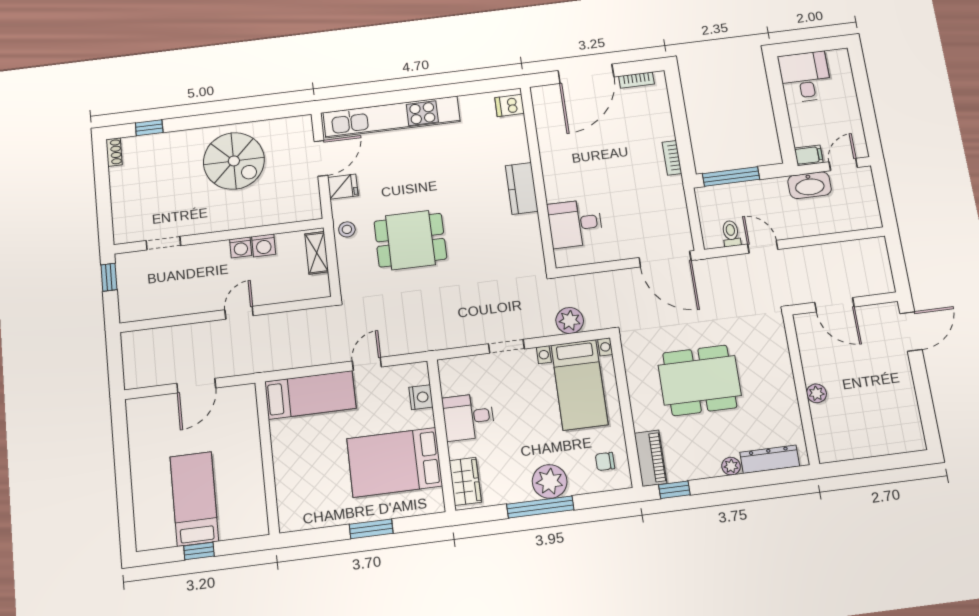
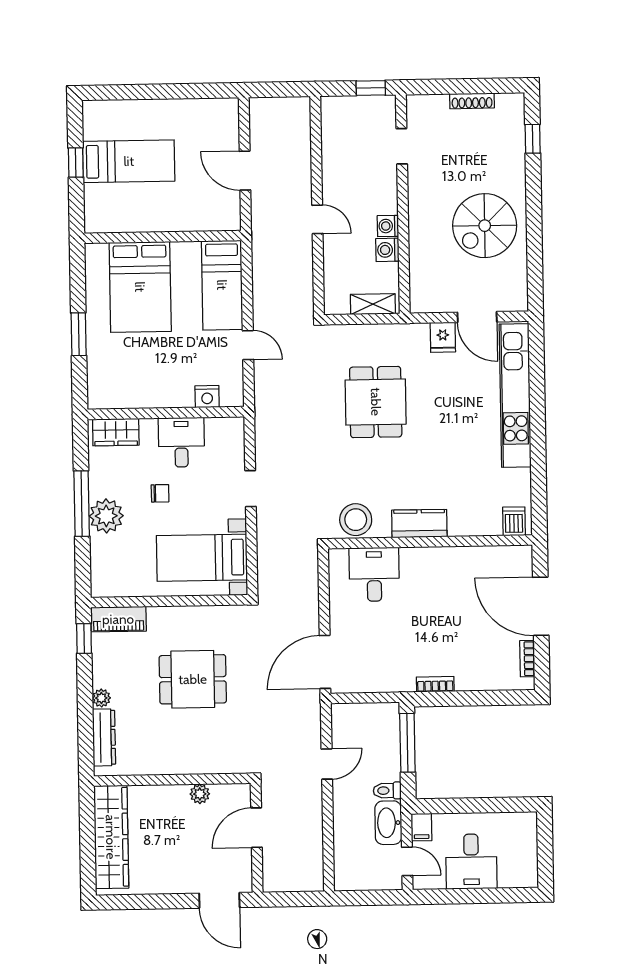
desk: (805, 77) -> (471, 862), moved, turned 90
shoe rack: (114, 152) -> (472, 101), moved, width x1.43
stool: (347, 229) -> (356, 520), moved, width x1.89, depth x1.89
toilet: (731, 233) -> (387, 791), moved, turned 180
plant: (570, 320) -> (270, 556), removed
dining table: (700, 380) -> (193, 679), width x0.73
plant: (816, 393) -> (200, 794), moved
wardrobe: (867, 441) -> (111, 837), added
chair: (605, 461) -> (160, 493), moved, turned 90
bed: (395, 462) -> (140, 287), moved, turned 180

